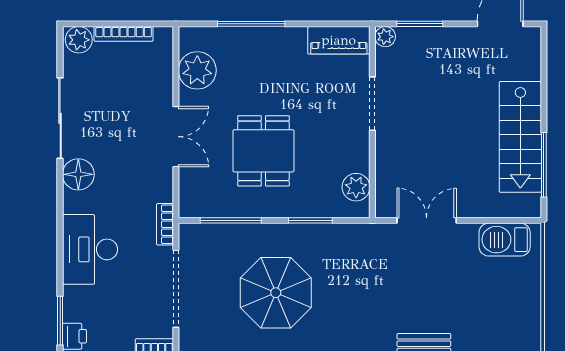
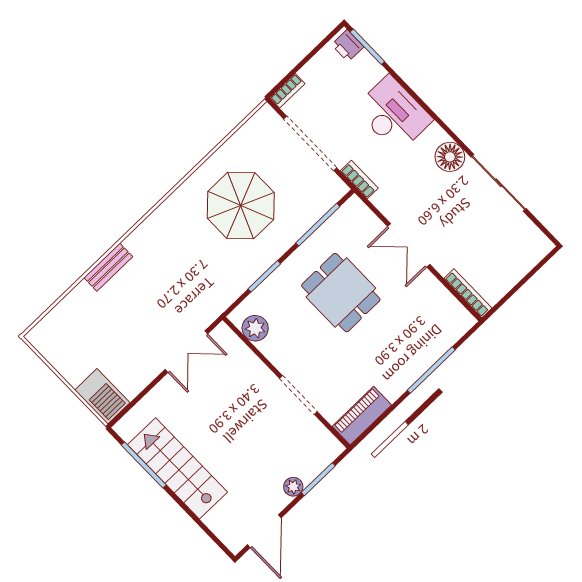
bookcase: (124, 34) -> (468, 293), moved, turned 90
plant: (385, 37) -> (293, 487), moved
plant: (79, 40) -> (537, 247), removed
plant: (197, 70) -> (437, 304), removed
barbecue: (505, 240) -> (102, 396), moved, turned 90

